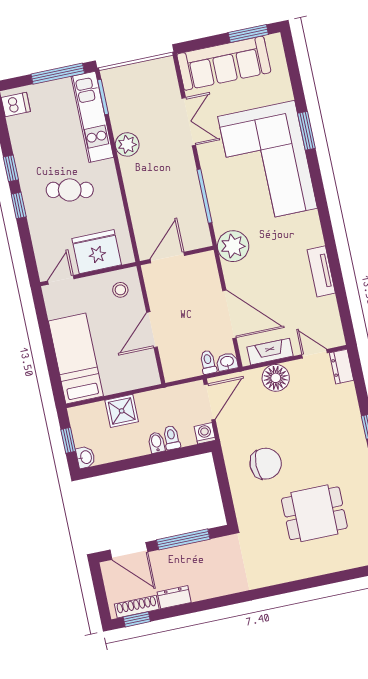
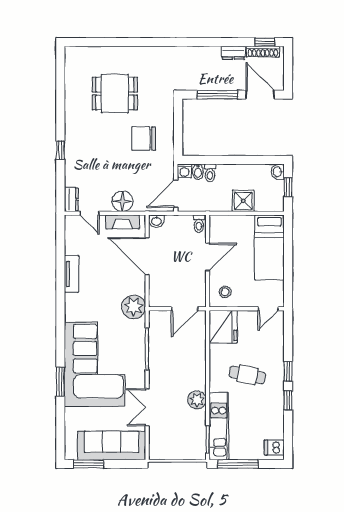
fridge: (97, 252) -> (223, 327), moved, turned -90
toilet: (208, 362) -> (199, 224), moved
bidet: (156, 442) -> (198, 172), moved

